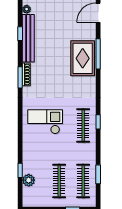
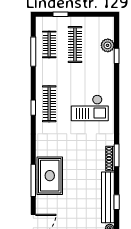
window: (98, 174) -> (33, 52), width x1.44
clothes rail: (83, 181) -> (49, 44), width x0.73

